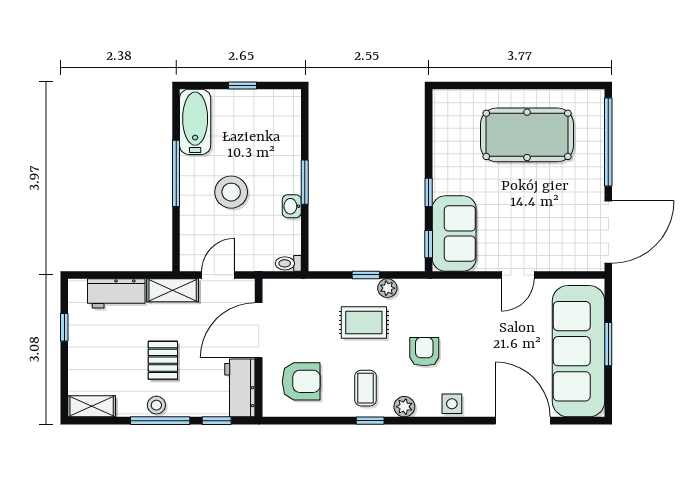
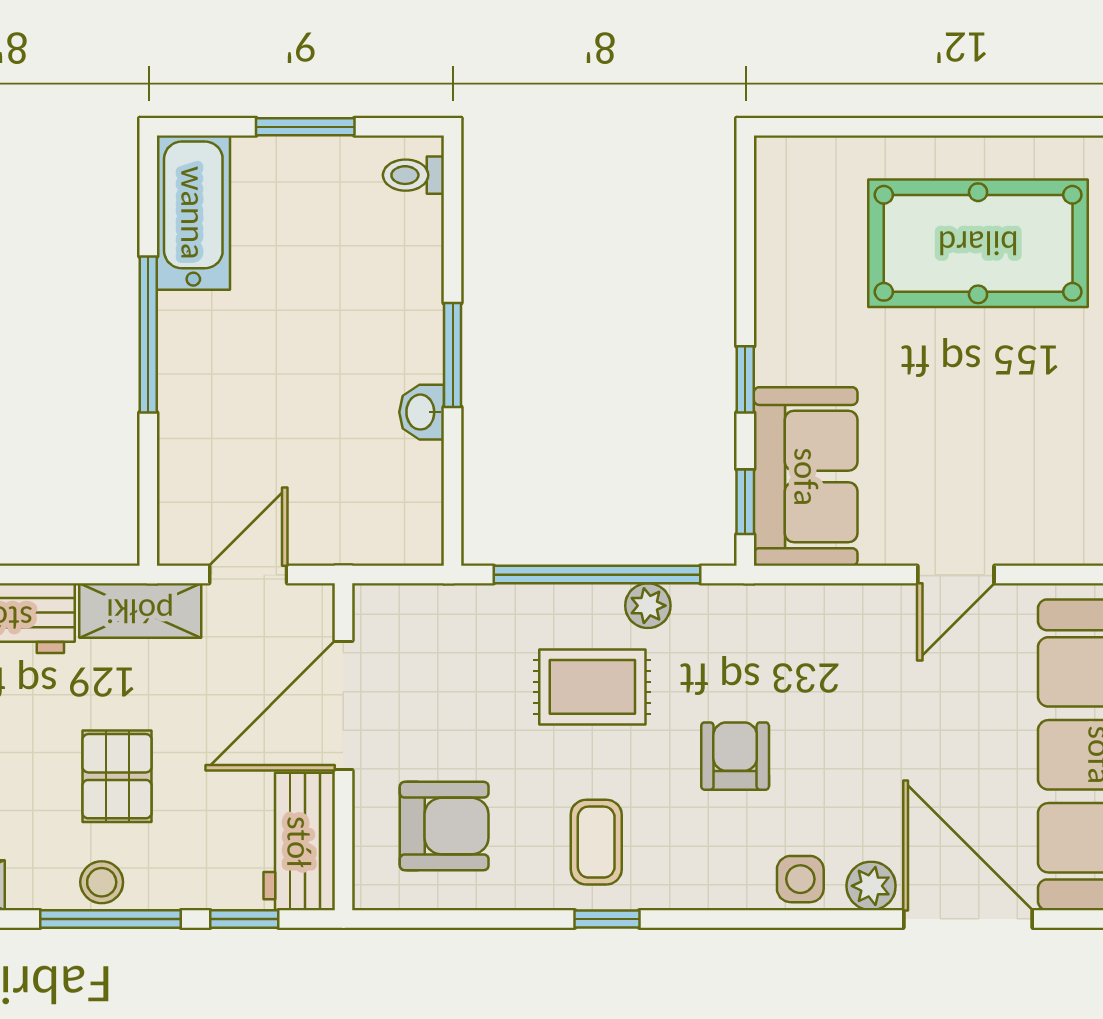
window: (242, 86) -> (305, 127), width x1.50
stool: (231, 192) -> (278, 379), removed
toilet: (288, 263) -> (413, 175), moved
window: (366, 275) -> (597, 575), width x3.17
plant: (404, 407) -> (871, 886), moved

